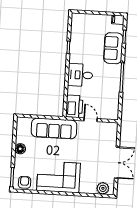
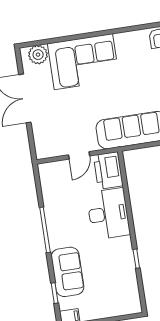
desk: (80, 75) -> (108, 214), width x1.37
door: (91, 120) -> (79, 155), hinge flipped
corner sofa: (58, 177) -> (83, 62), moved

